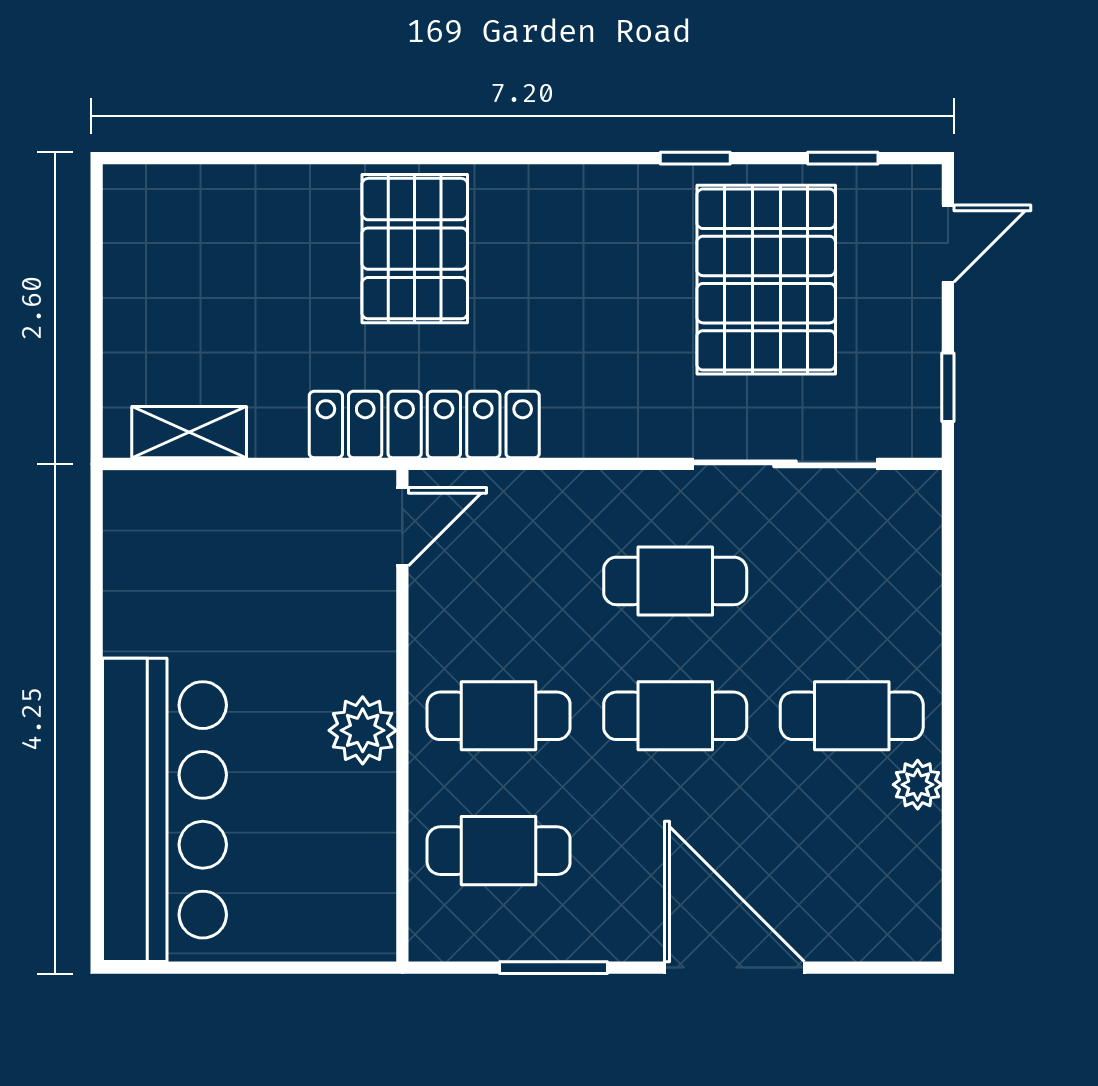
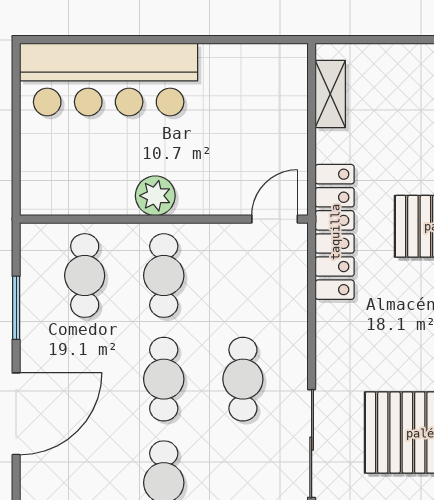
door: (402, 527) -> (275, 219), swing flipped

